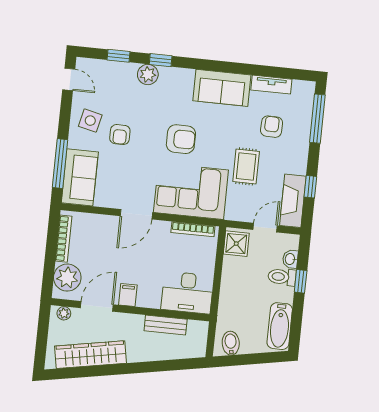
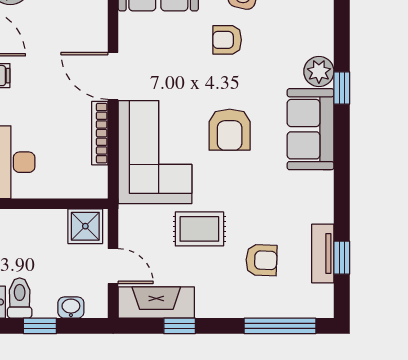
window: (118, 56) -> (342, 258), moved
sofa: (222, 88) -> (311, 129), moved
bookcase: (193, 229) -> (100, 133), moved
toilet: (282, 277) -> (20, 298), moved

